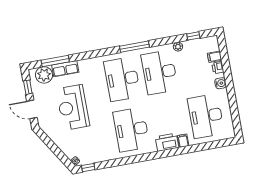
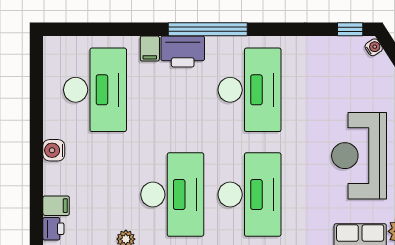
printer: (218, 68) -> (53, 229), moved
reception desk: (73, 107) -> (359, 156), turned 180
window: (157, 155) -> (208, 29), added

